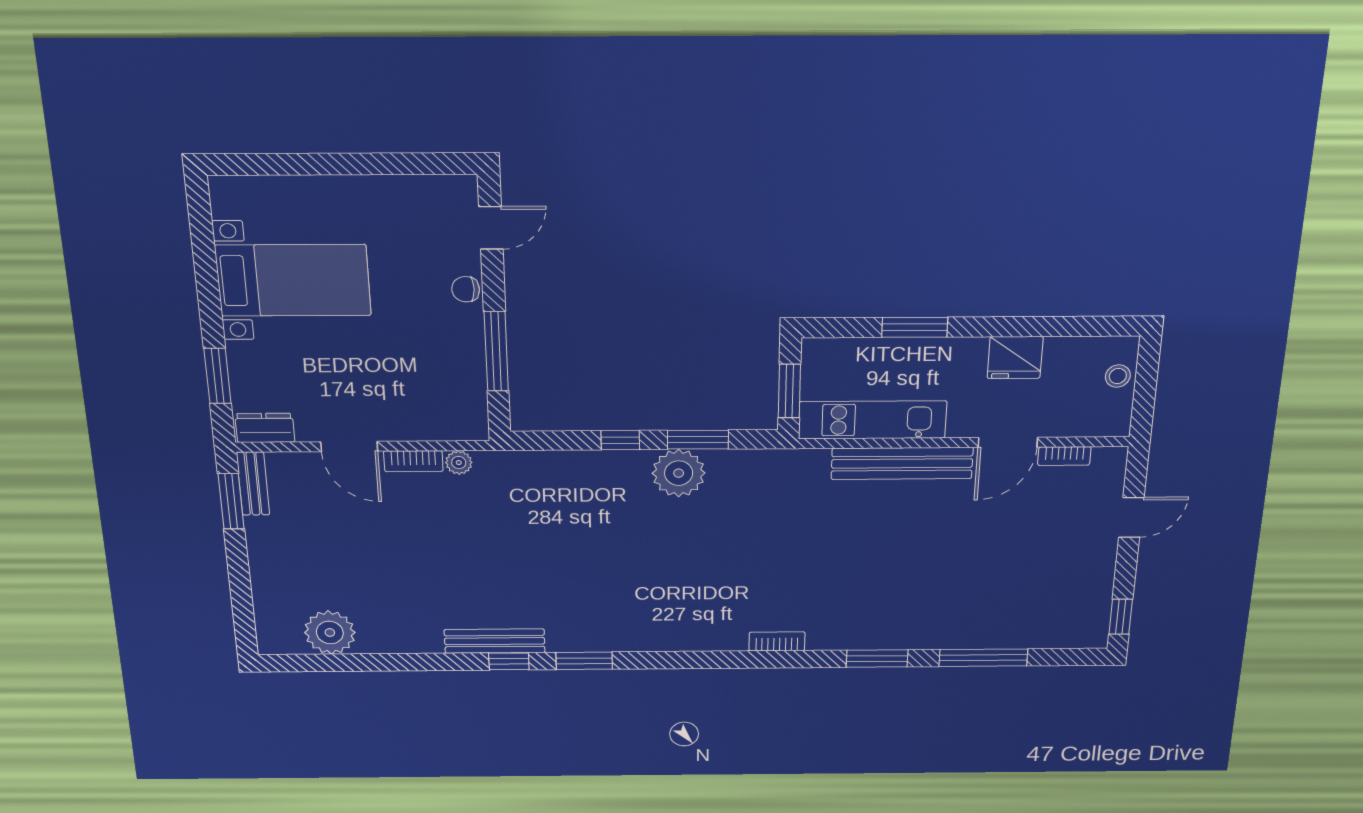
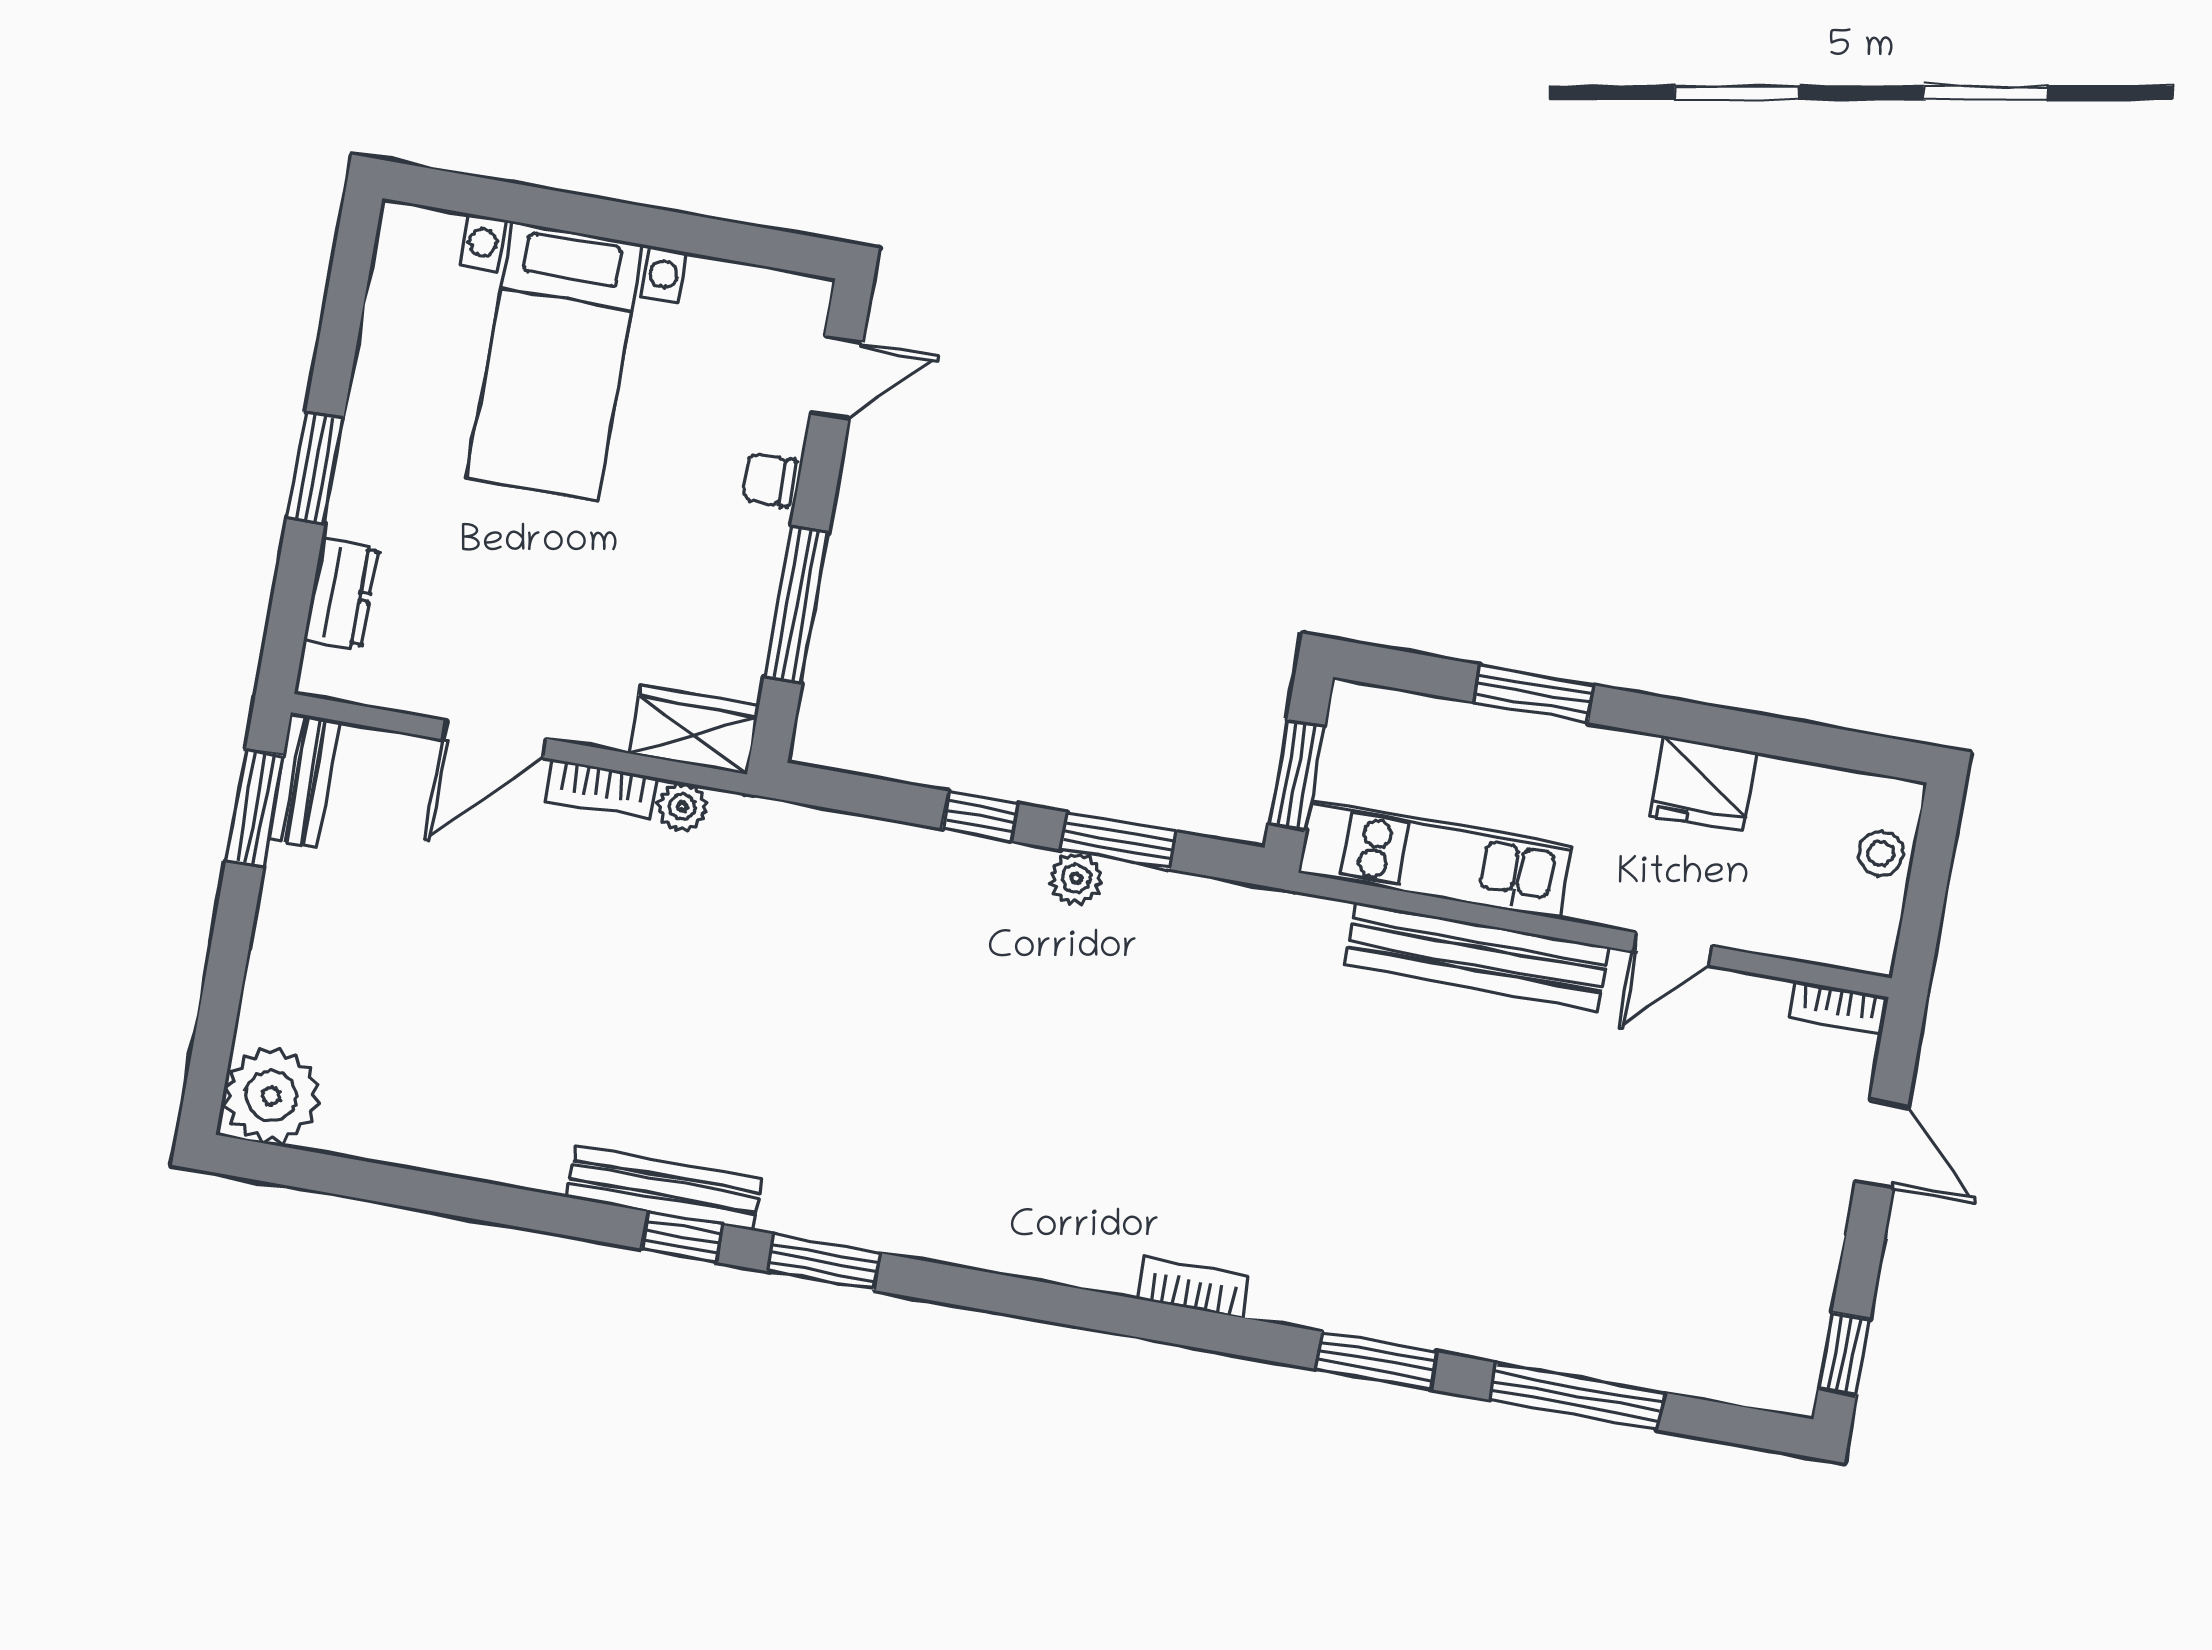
bed with nightstands: (293, 280) -> (555, 362), moved, turned 90
window: (218, 376) -> (315, 468), moved
wardrobe: (456, 424) -> (694, 730), added
dresser: (265, 428) -> (341, 593), moved, turned 90
door: (1008, 442) -> (1672, 949), width x0.73
door: (349, 446) -> (494, 739), hinge flipped
bookcase: (1064, 456) -> (1839, 1007), moved
plant: (679, 473) -> (1076, 879), width x0.53, depth x0.53
door: (1131, 517) -> (1882, 1144), hinge flipped
plant: (330, 633) -> (271, 1096), moved

